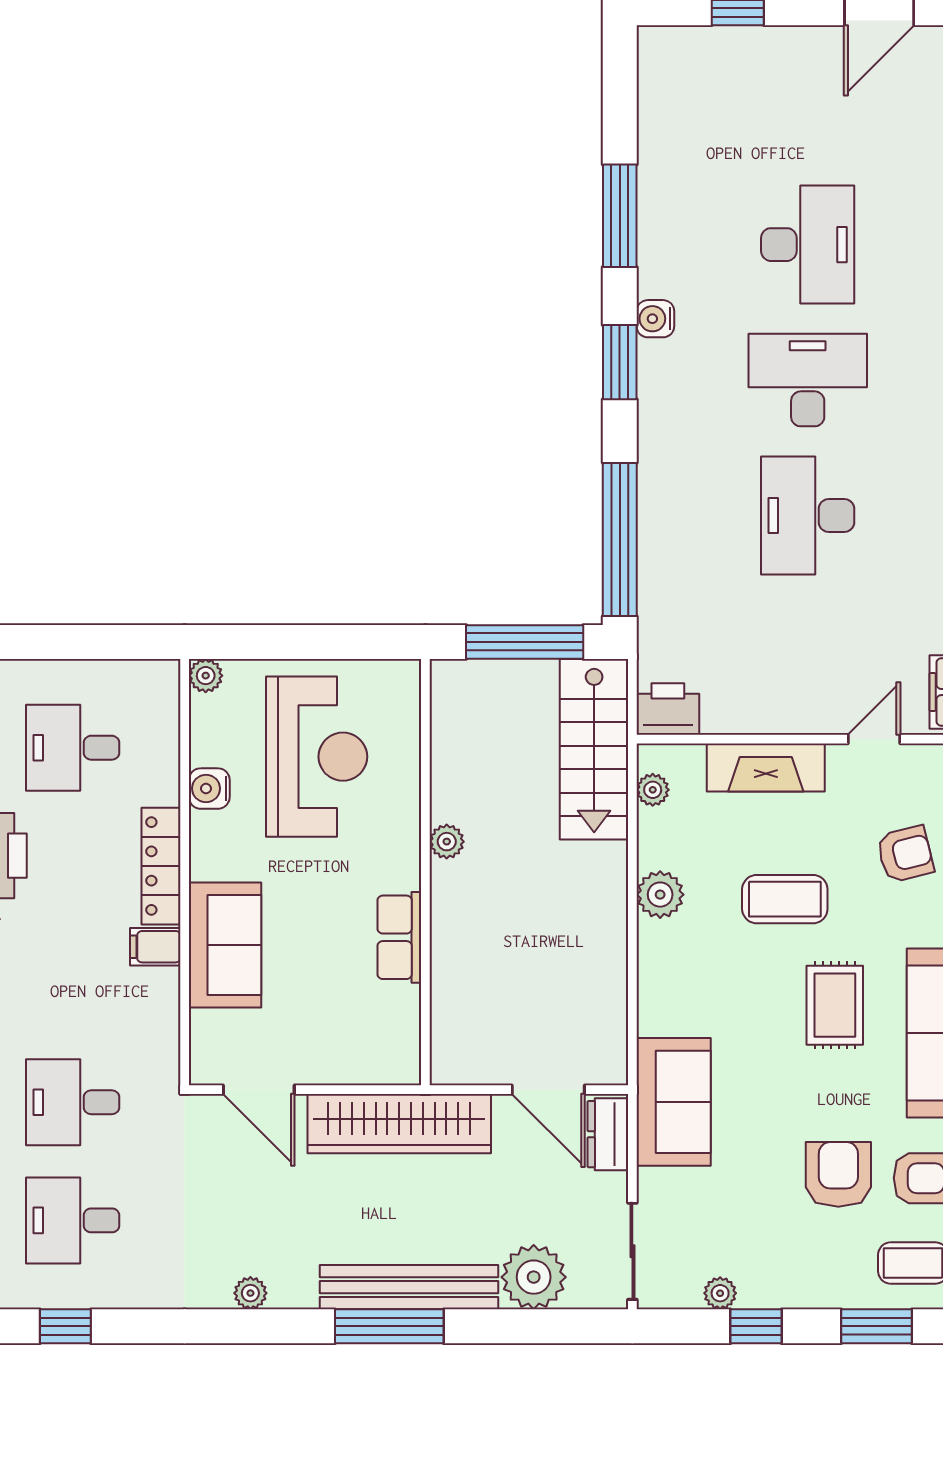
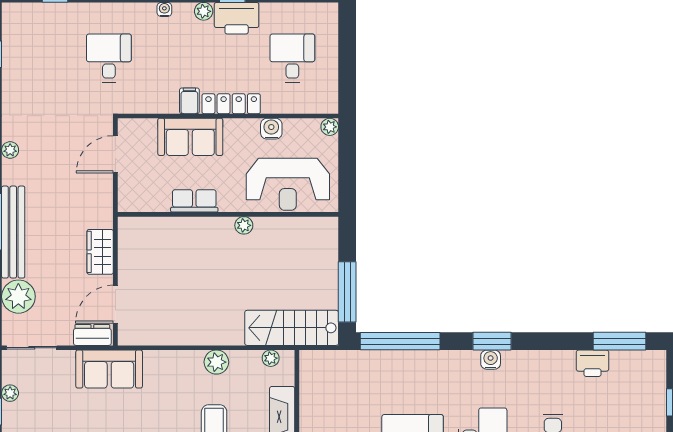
window: (620, 216) -> (620, 341), moved
water cooler: (655, 319) -> (491, 360), moved
printer: (668, 709) -> (592, 363), moved, turned 90
plant: (447, 842) -> (244, 225), moved
wall: (425, 872) -> (228, 214), moved
row of seats: (399, 937) -> (194, 201), moved
wardrobe: (399, 1124) -> (100, 252), width x0.48, depth x0.85
desk: (73, 1220) -> (48, 58), removed

